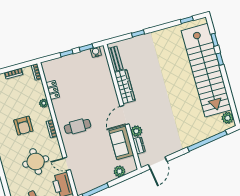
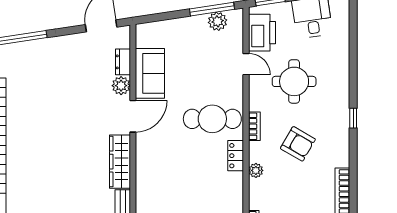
locker: (53, 90) -> (236, 156), moved
armchair: (23, 126) -> (298, 144), turned 120
cafe table: (78, 126) -> (212, 119), width x1.37, depth x1.35
plant: (119, 171) -> (218, 21), moved

